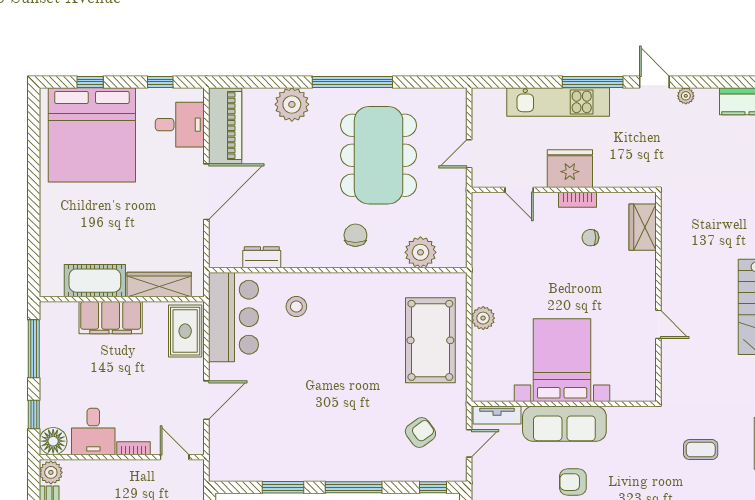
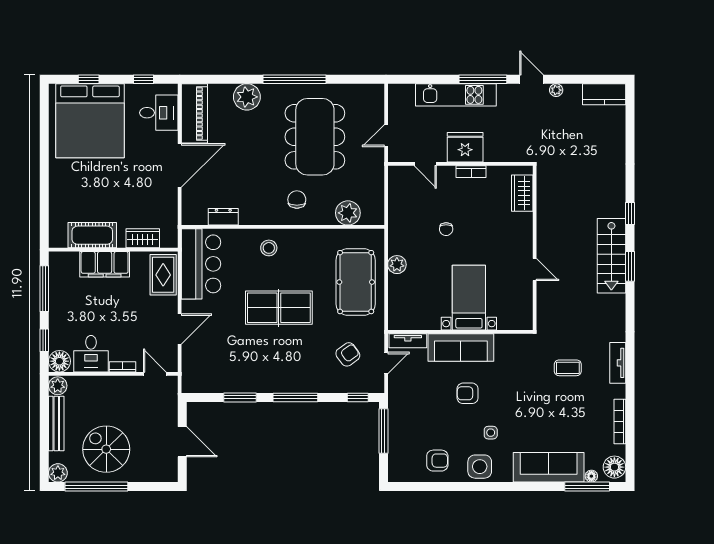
chair: (590, 238) -> (446, 229), moved, turned -90
wardrobe: (159, 285) -> (143, 238), width x0.67
stool: (296, 307) -> (269, 248), moved
bed with nightstands: (562, 360) -> (469, 298), width x0.73
table tennis table: (333, 373) -> (279, 308), added

